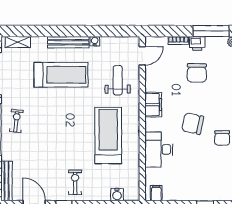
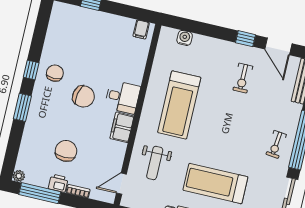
desk: (159, 150) -> (122, 97), moved, width x0.73
exercise bike: (75, 182) -> (243, 78), moved

